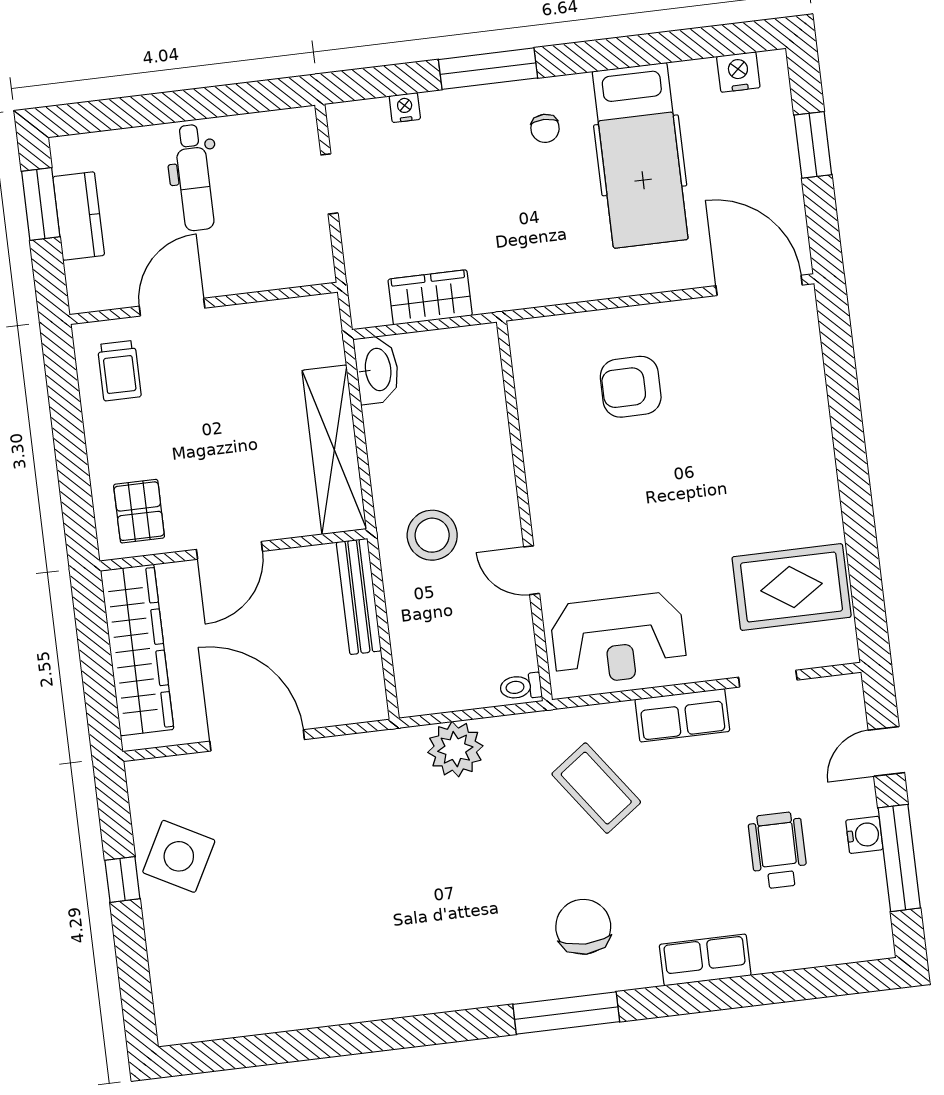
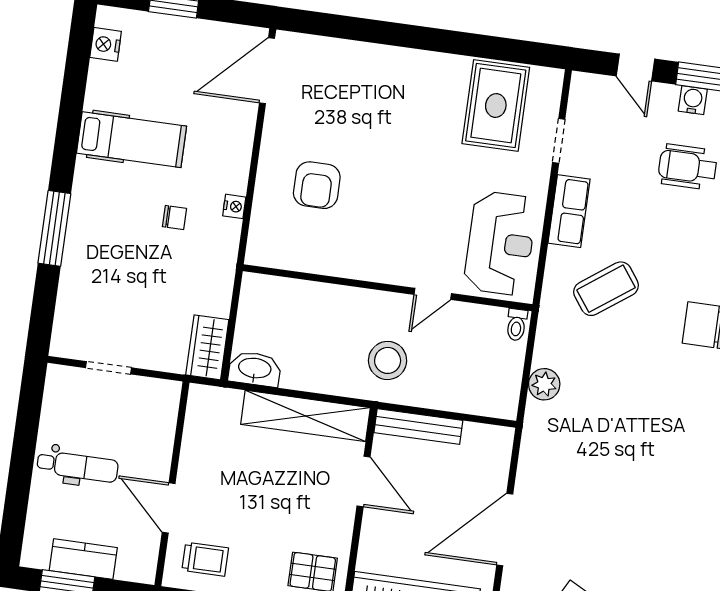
nightstand: (405, 108) -> (234, 206), moved, turned 180
chair: (545, 128) -> (174, 218), moved
hospital bed: (640, 155) -> (132, 140), width x0.73, depth x0.78
wardrobe: (430, 297) -> (207, 347), moved
door: (229, 550) -> (364, 482), moved
plant: (455, 749) -> (544, 384), width x0.73, depth x0.73

